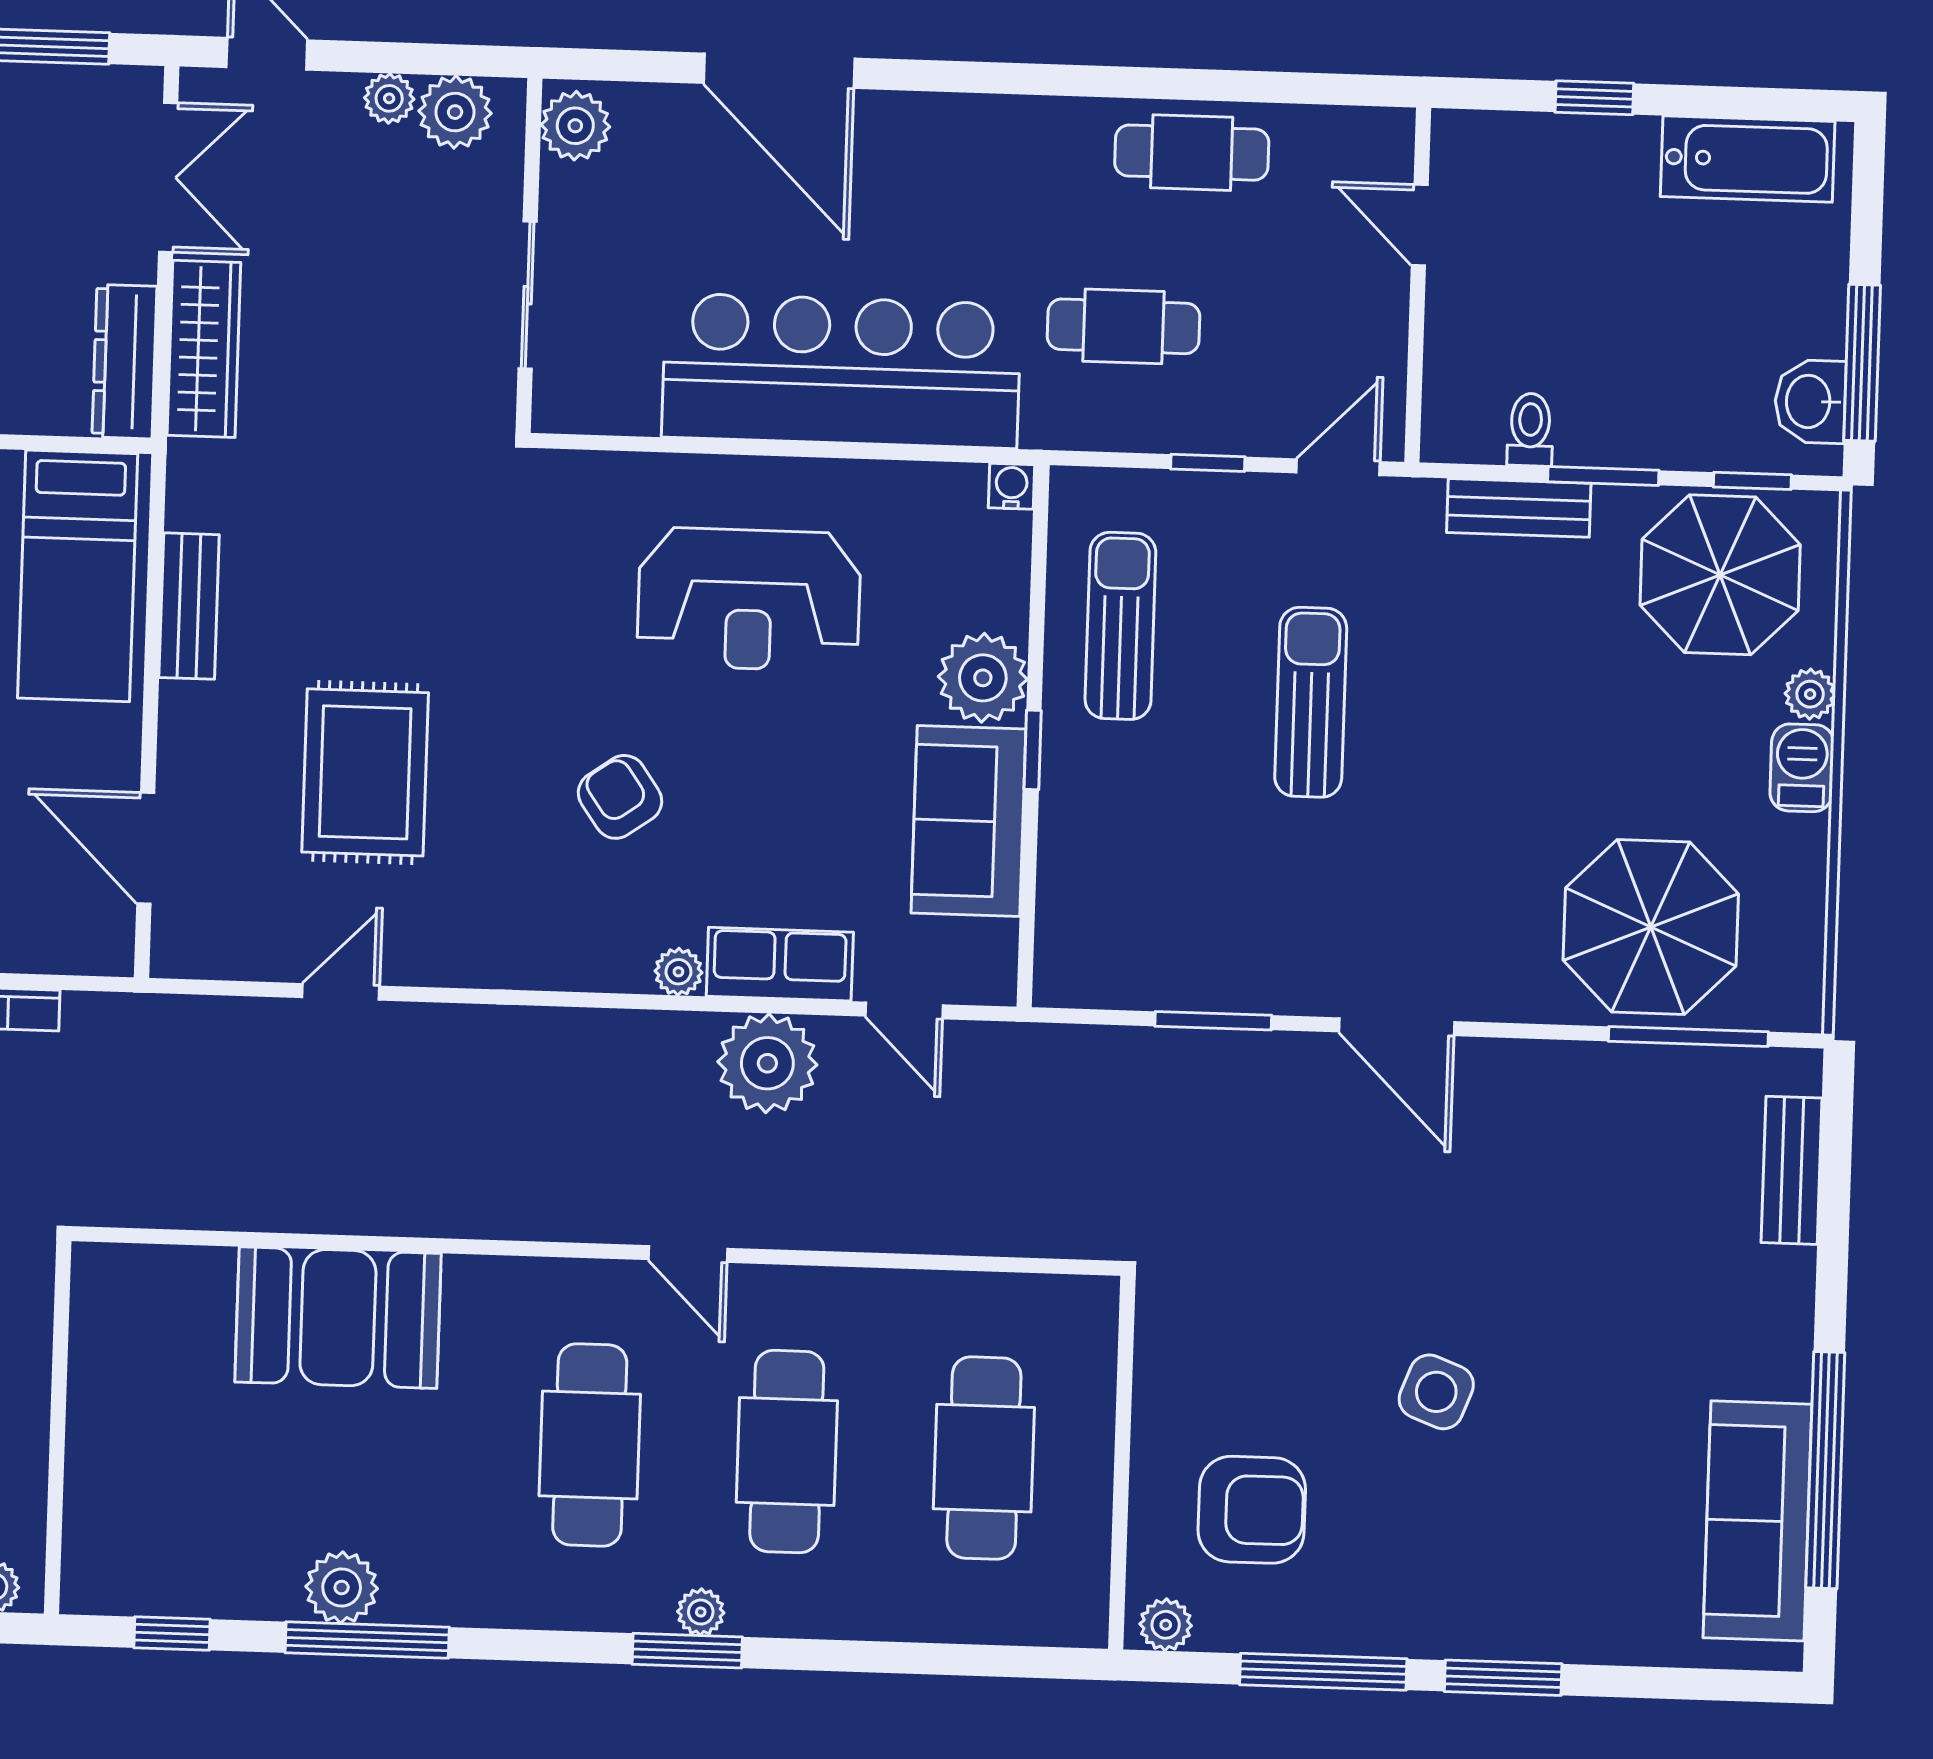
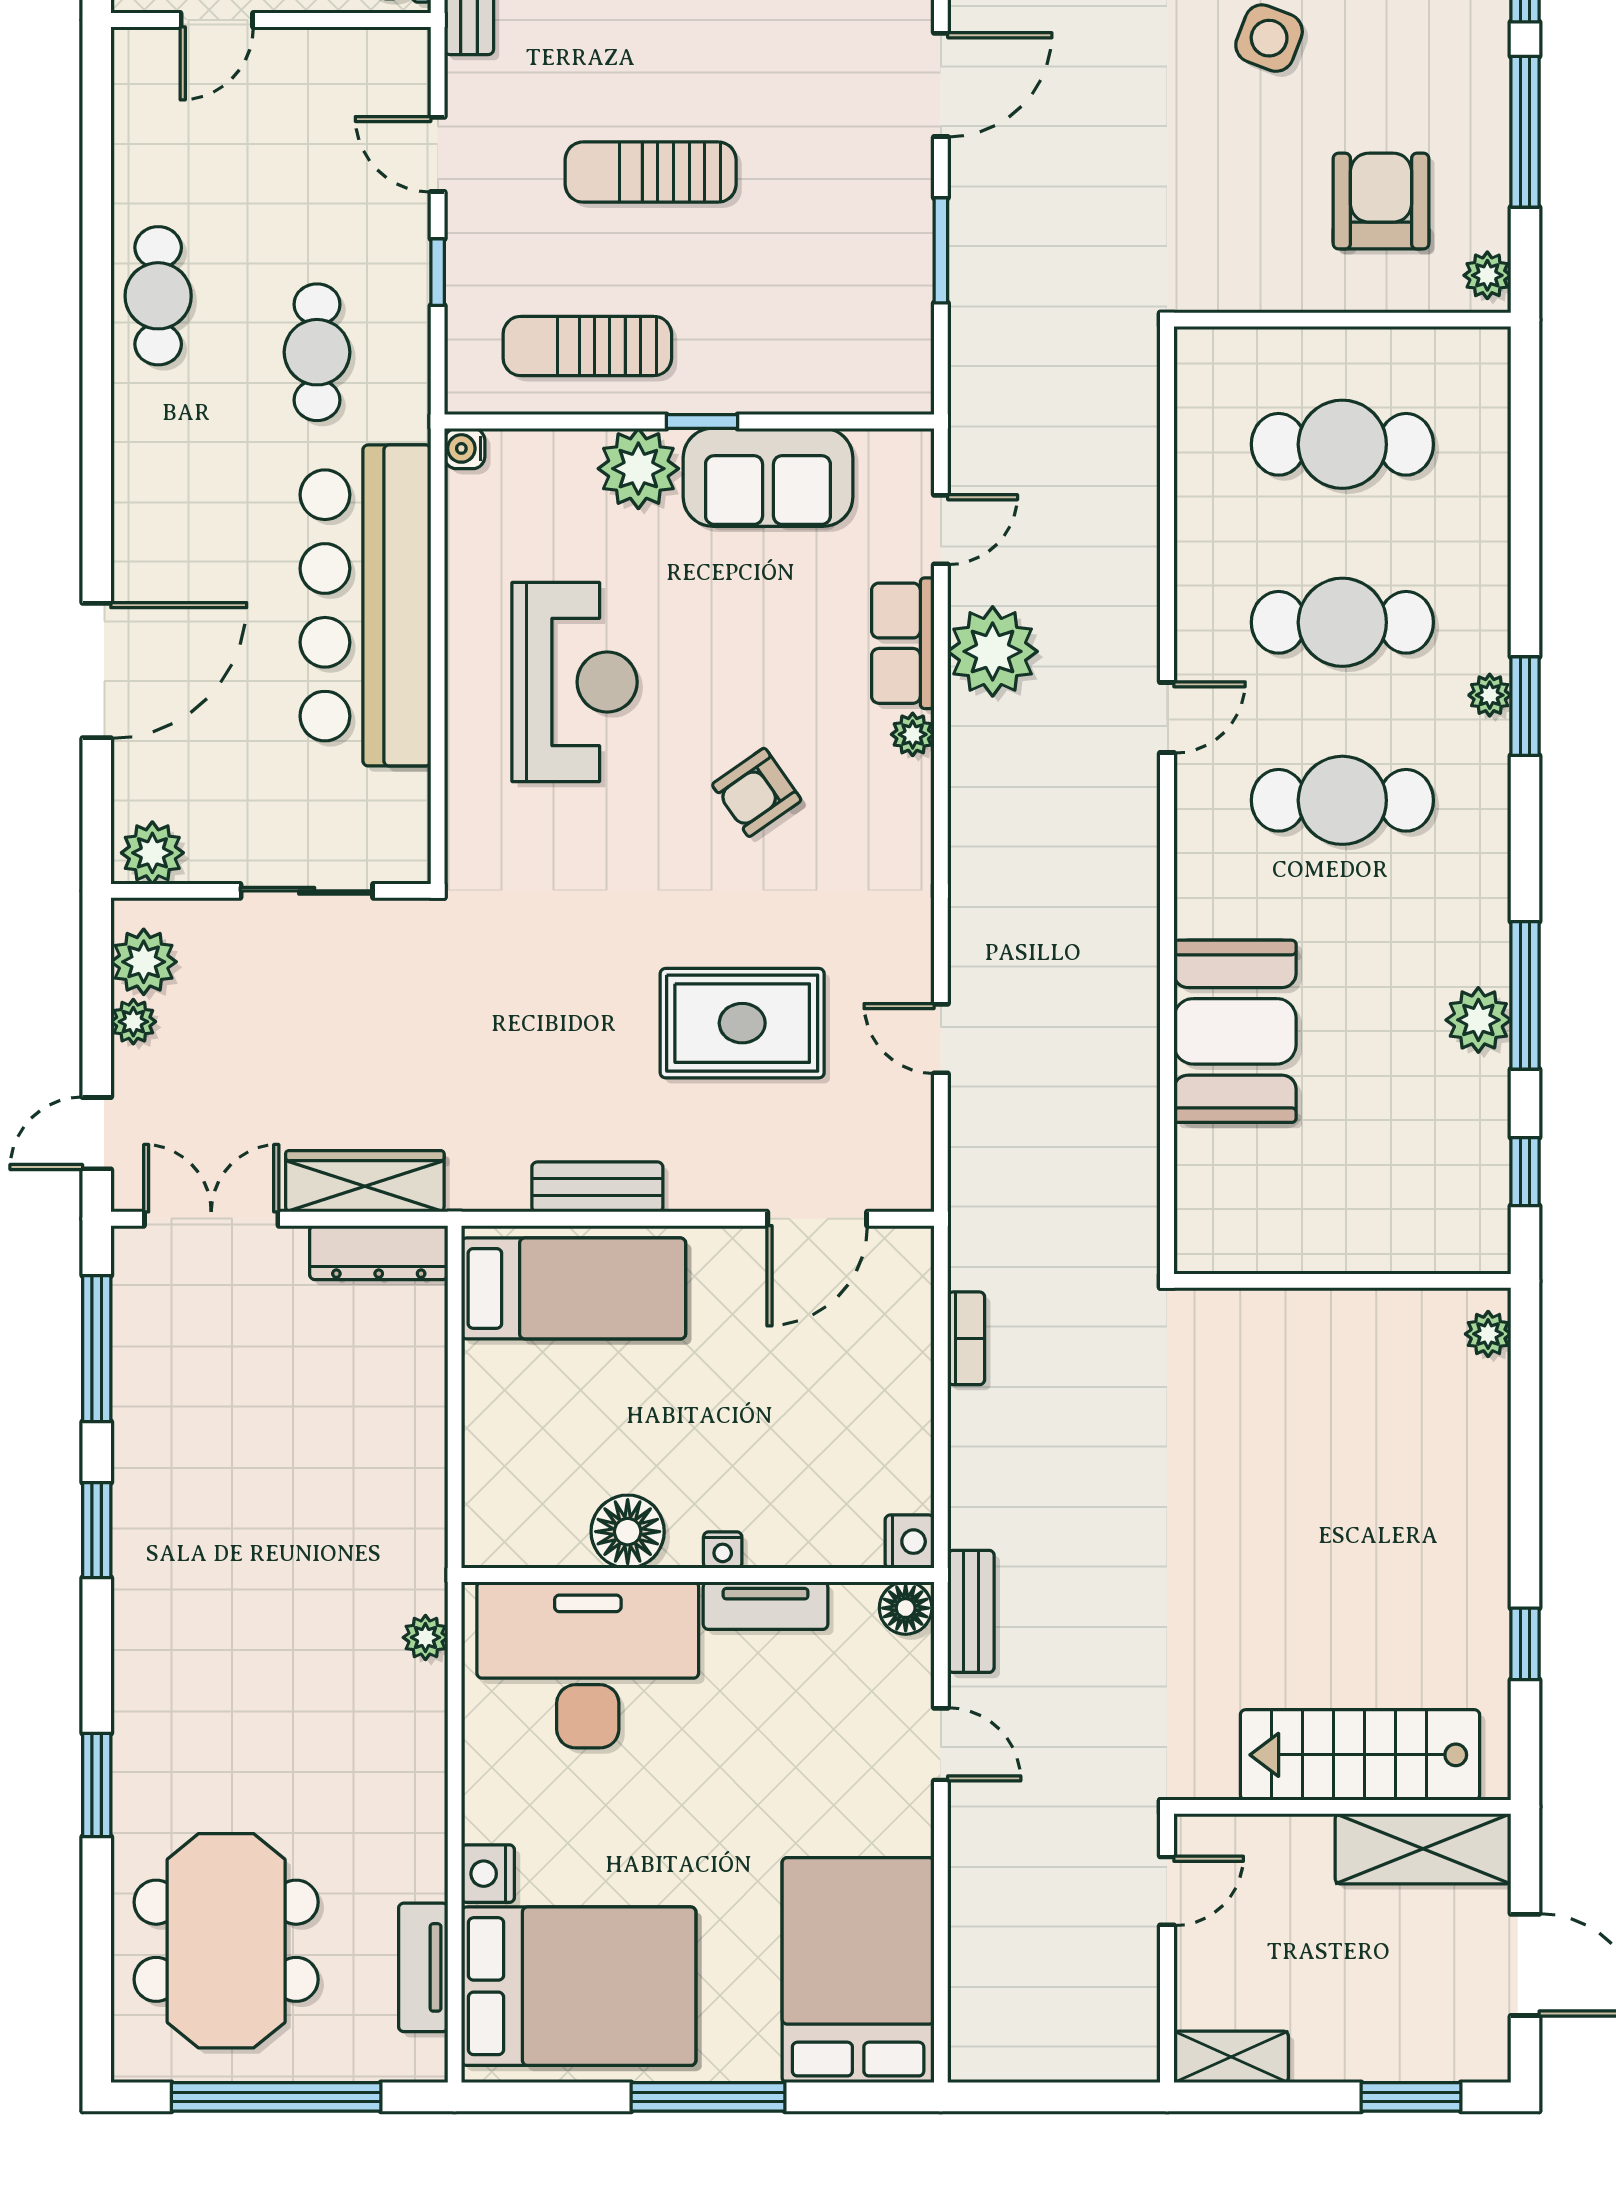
door: (1420, 225) -> (217, 20), moved
wall: (1418, 285) -> (271, 20), moved

